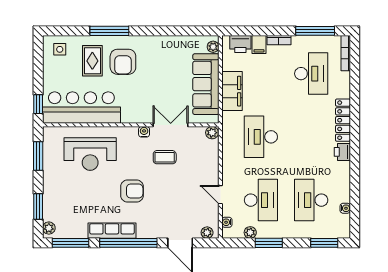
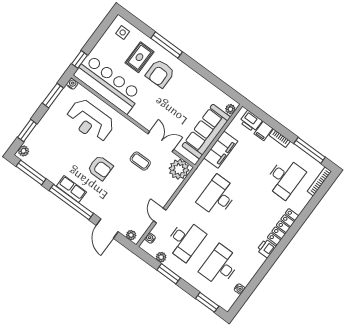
water cooler: (144, 132) -> (72, 84), moved
plant: (212, 133) -> (179, 169), width x1.88, depth x1.88
row of seats: (112, 231) -> (71, 189), width x0.68

